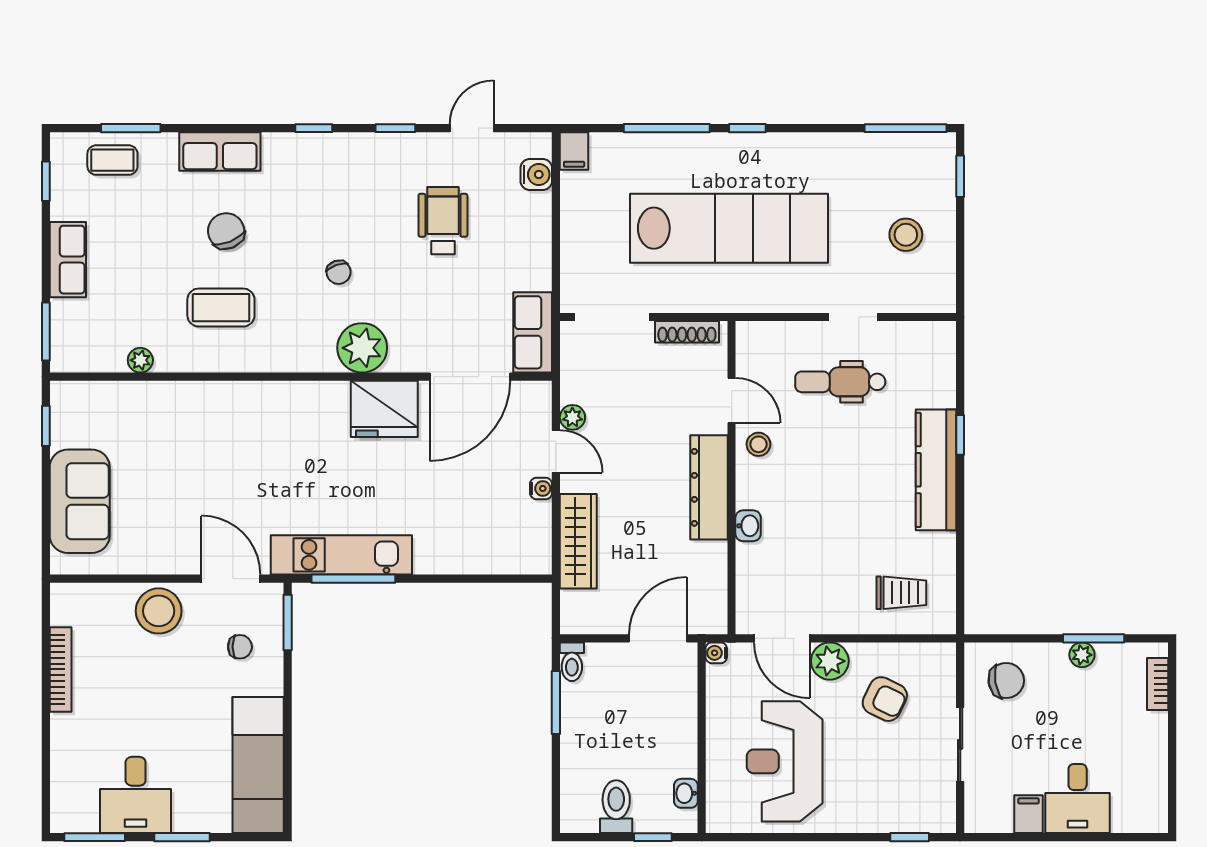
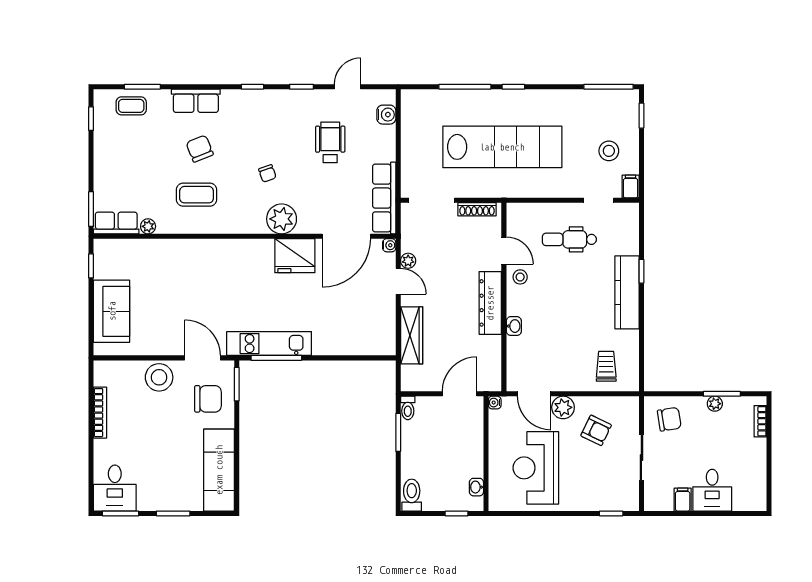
filing cabinet: (574, 151) -> (631, 187), moved, turned 180
row of seats: (68, 260) -> (116, 223), moved, turned -90
doorway: (853, 317) -> (599, 200), moved
row of seats: (533, 332) -> (384, 198), width x1.48
water cooler: (541, 488) -> (389, 245), moved
trolley: (901, 593) -> (606, 366), turned -90
chair: (240, 647) -> (208, 399), width x1.87, depth x1.87
desk: (136, 795) -> (115, 488), moved
toilet: (616, 807) -> (412, 495), moved

